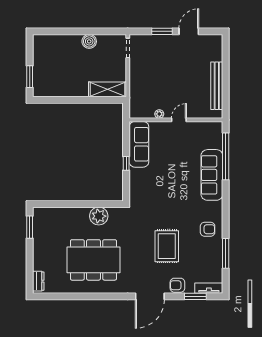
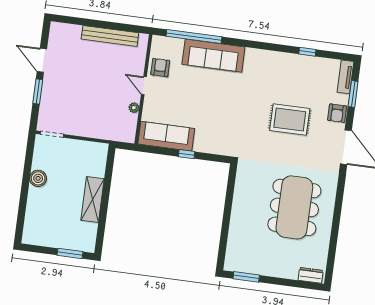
shelving: (107, 89) -> (92, 200), moved
plant: (99, 216) -> (244, 194), removed
armchair: (208, 229) -> (160, 68), moved
window: (226, 253) -> (307, 52), width x0.46

